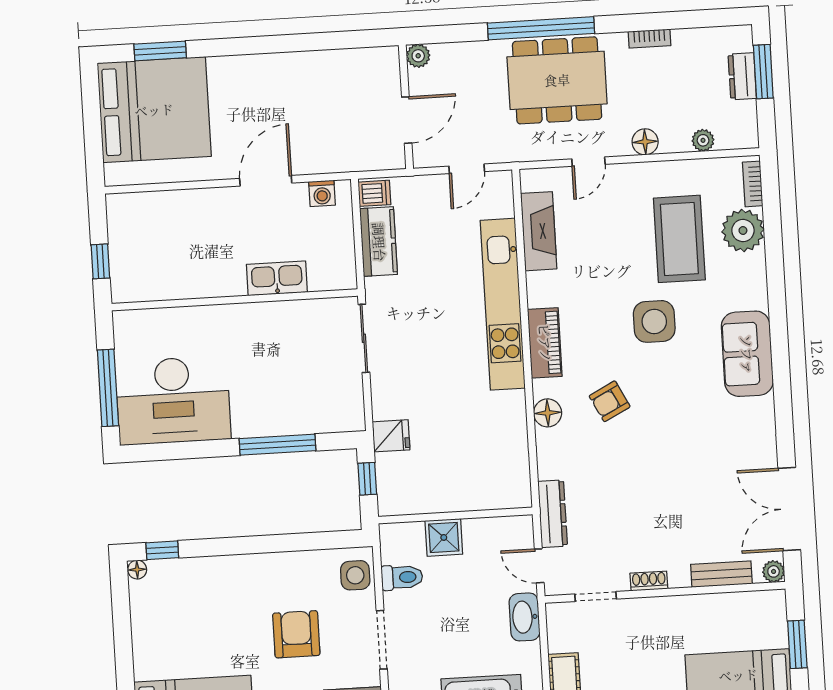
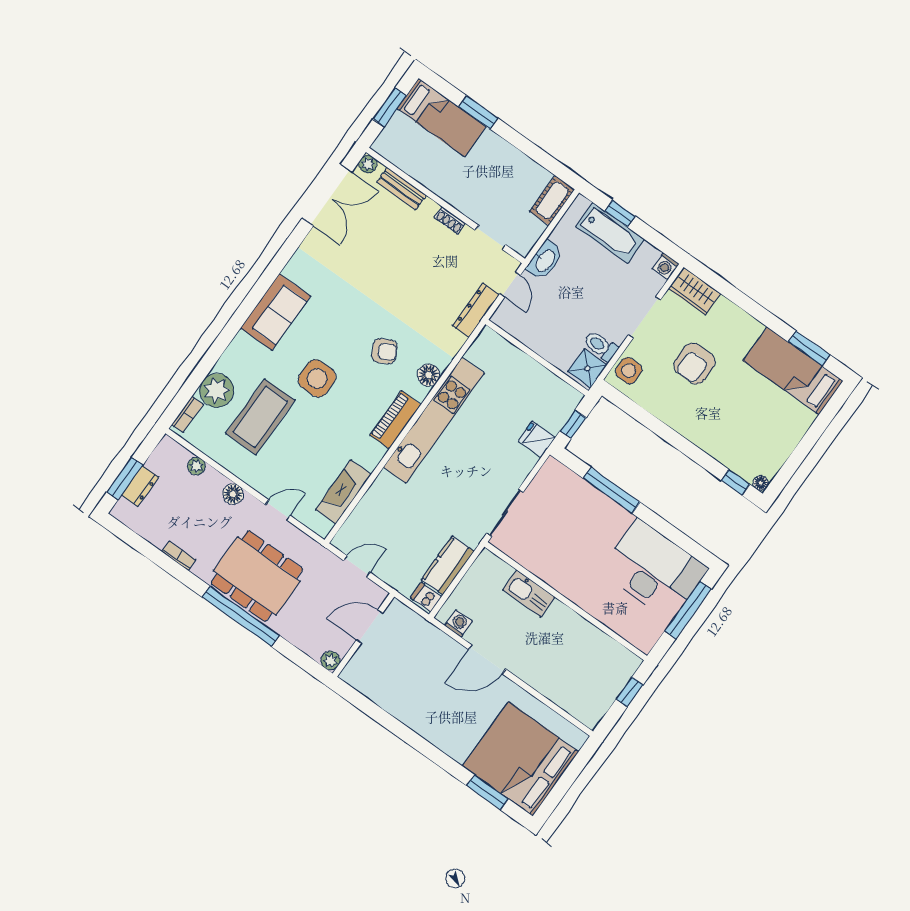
kitchen unit: (503, 304) -> (434, 420), moved
shower: (444, 537) -> (587, 368), moved

